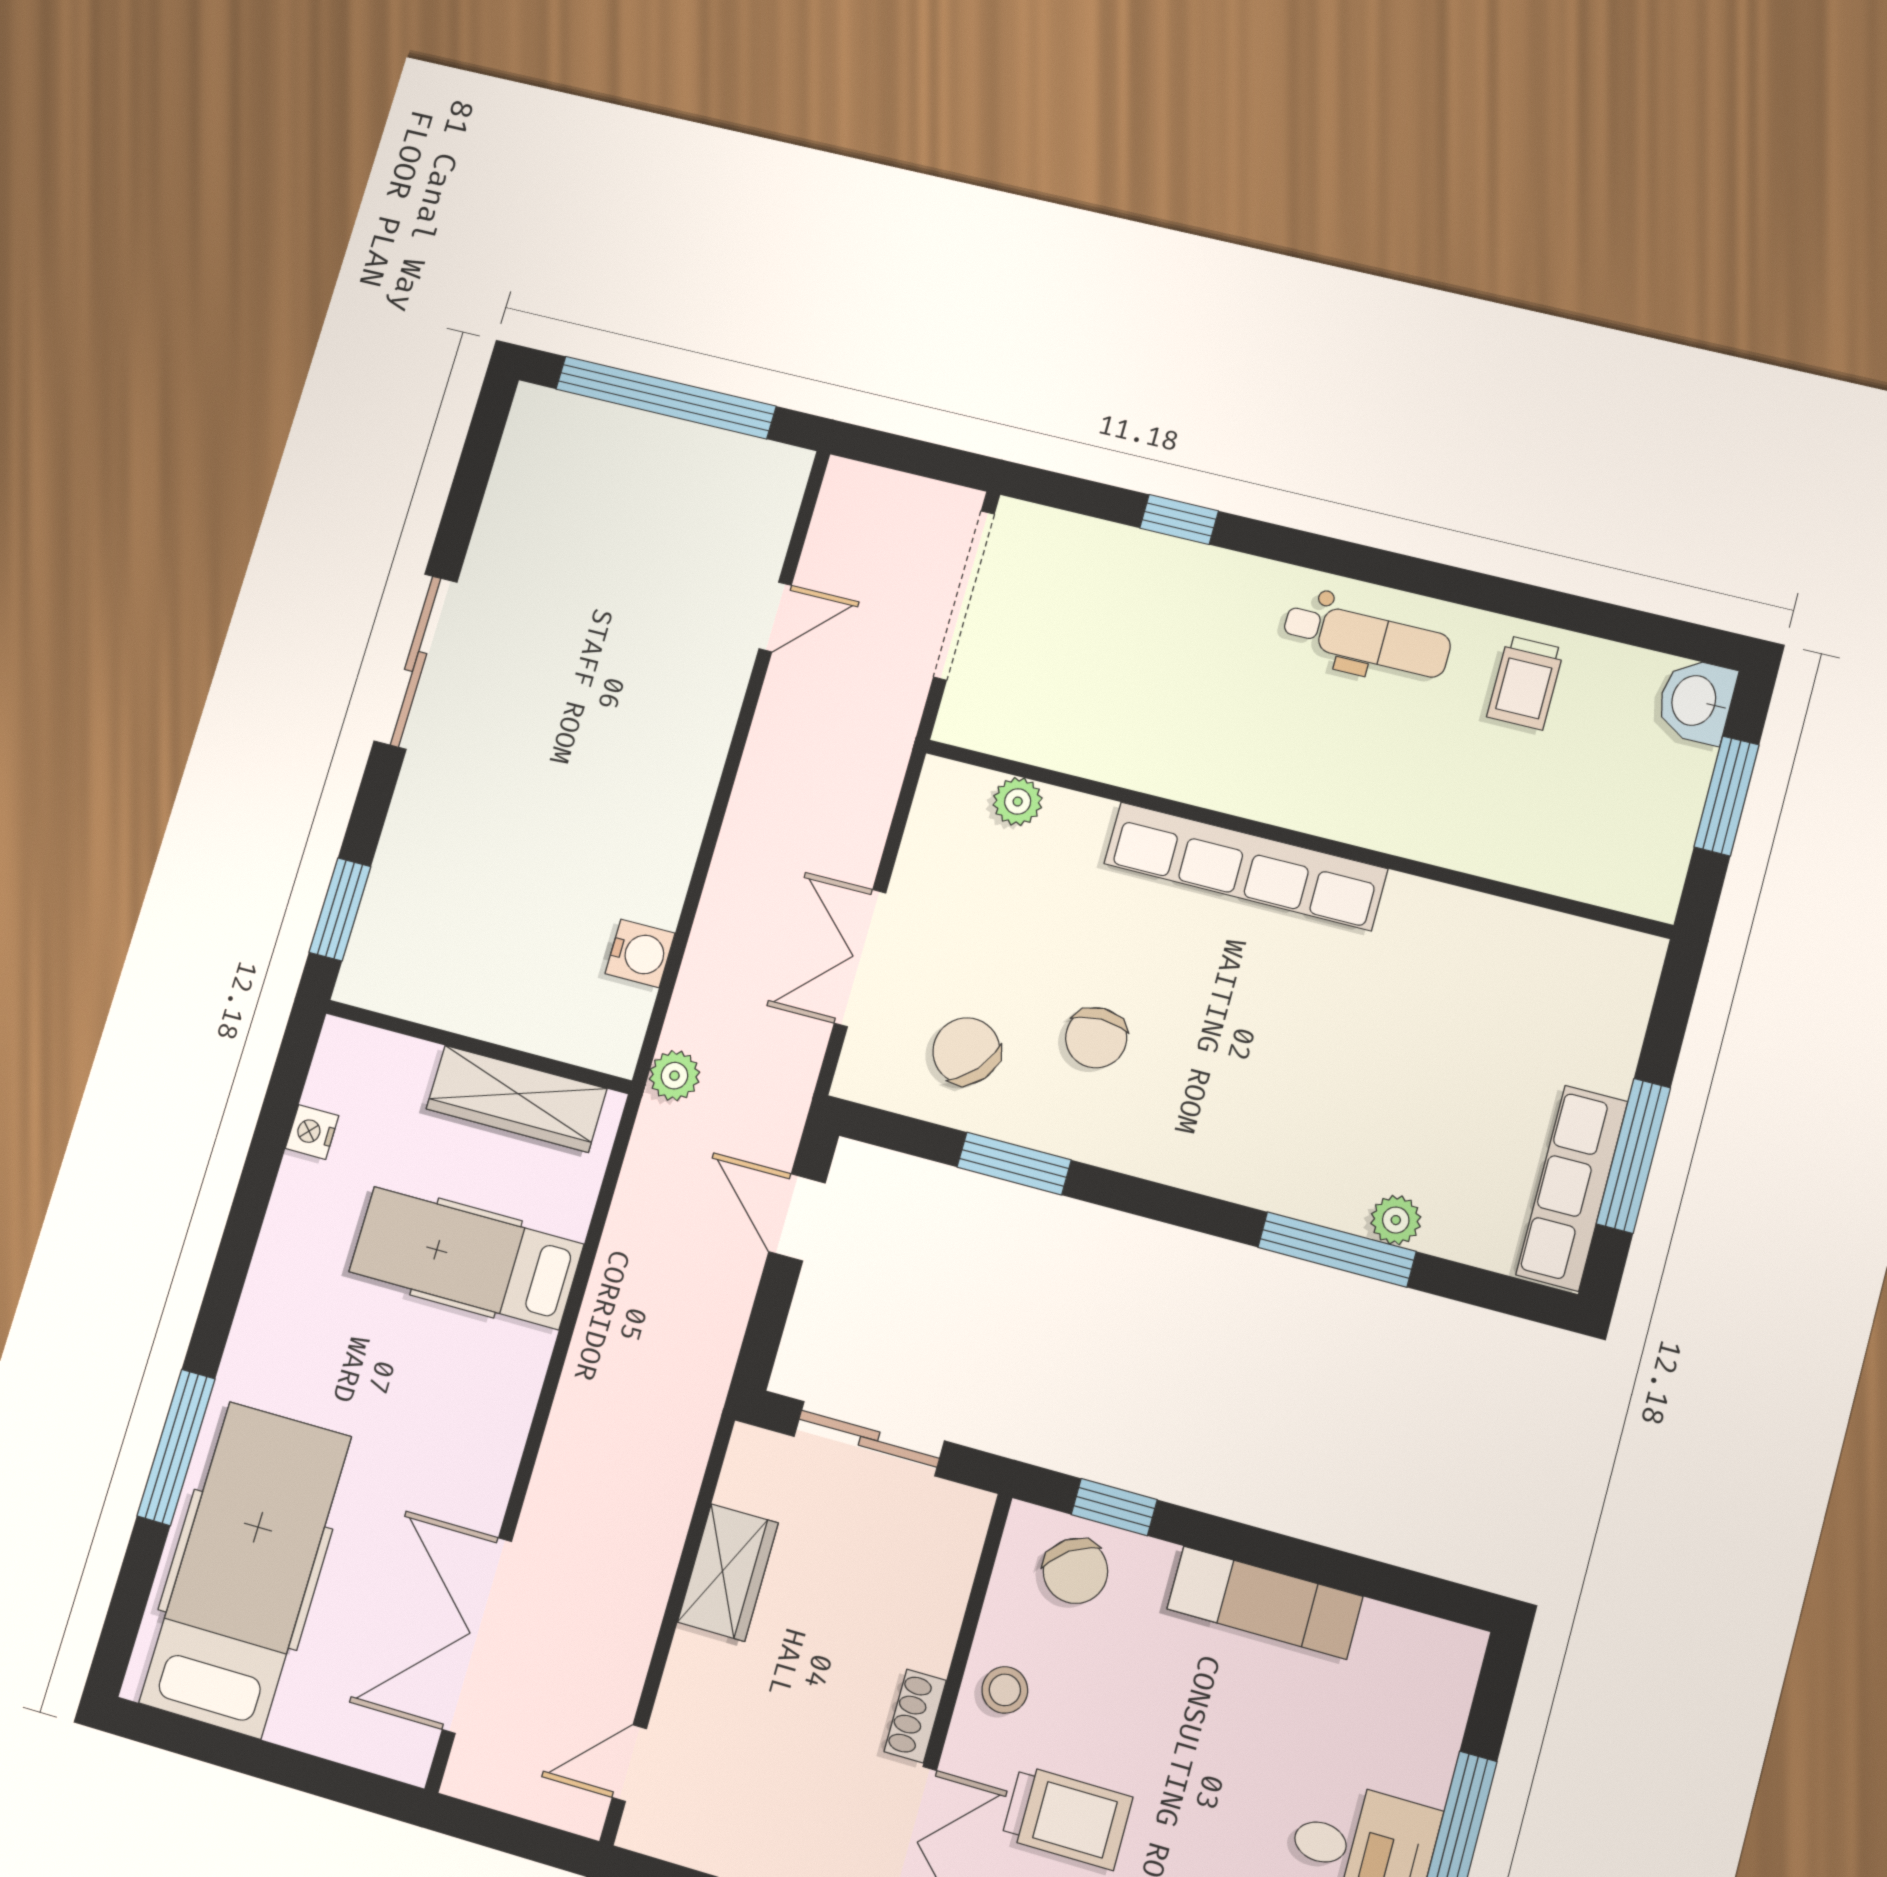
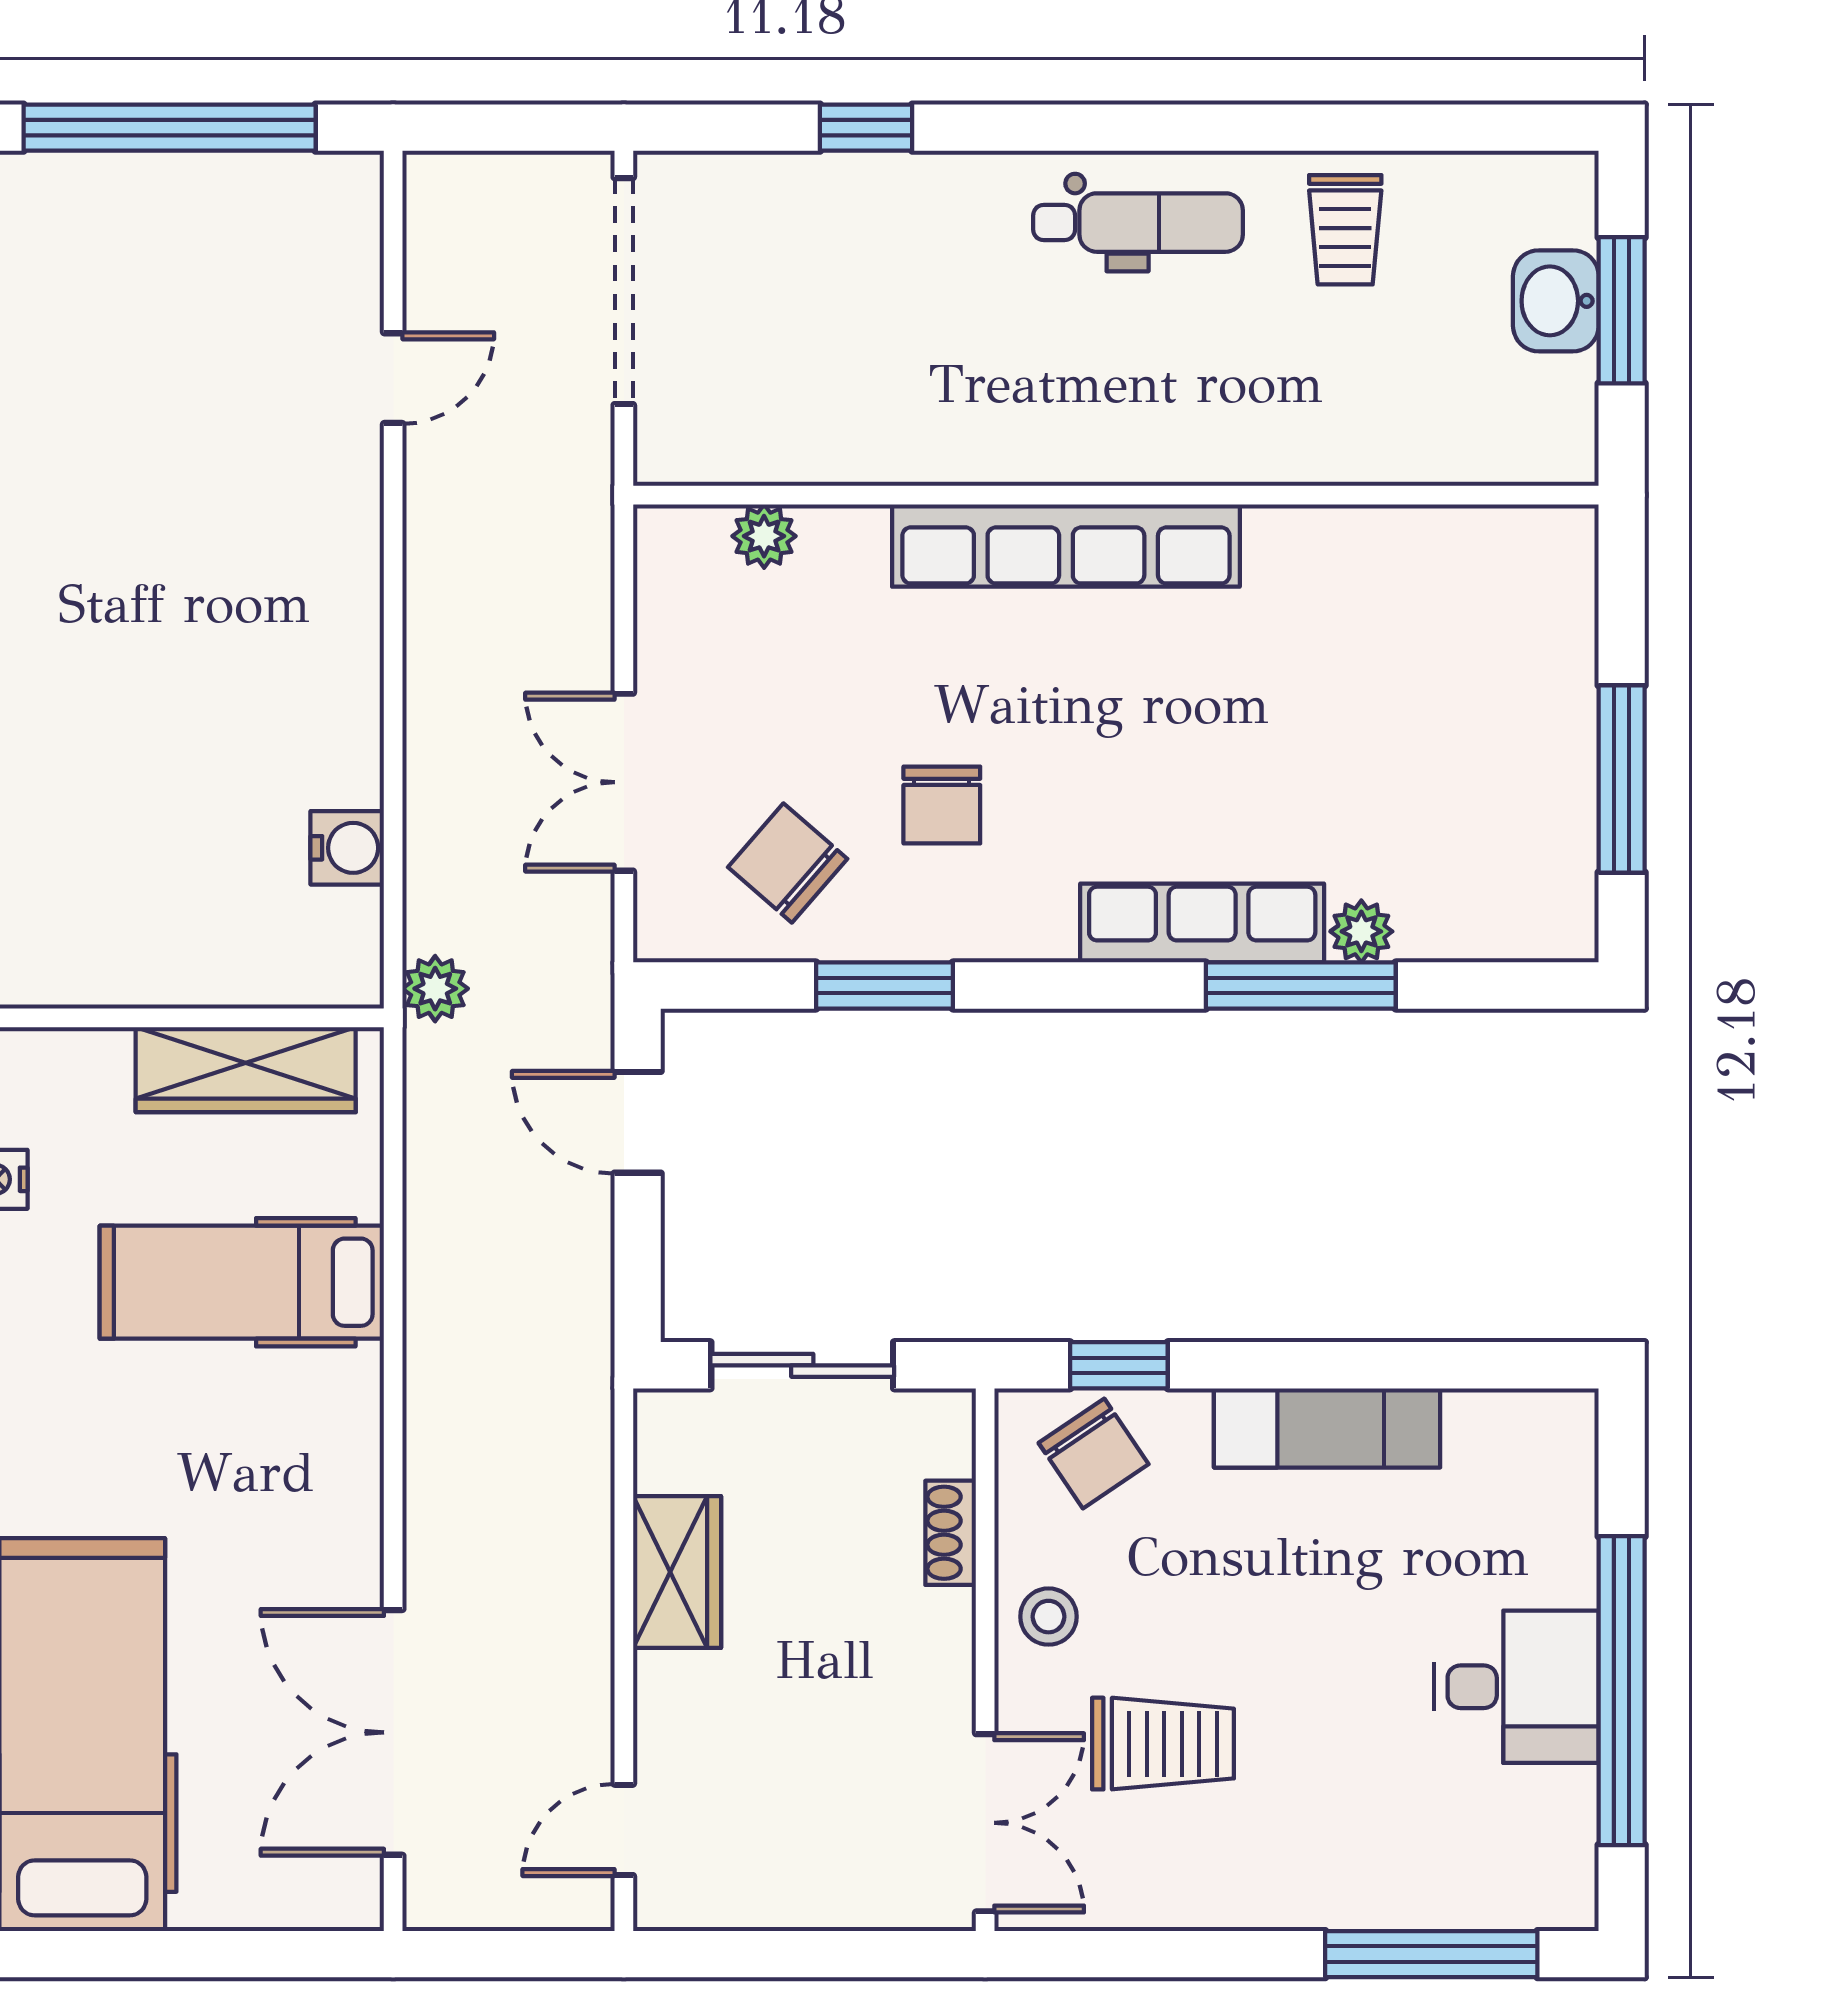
washbasin: (1696, 701) -> (1556, 301), moved
row of seats: (1572, 1188) -> (1202, 923), moved, turned 90
shoe rack: (915, 1716) -> (951, 1533), moved

